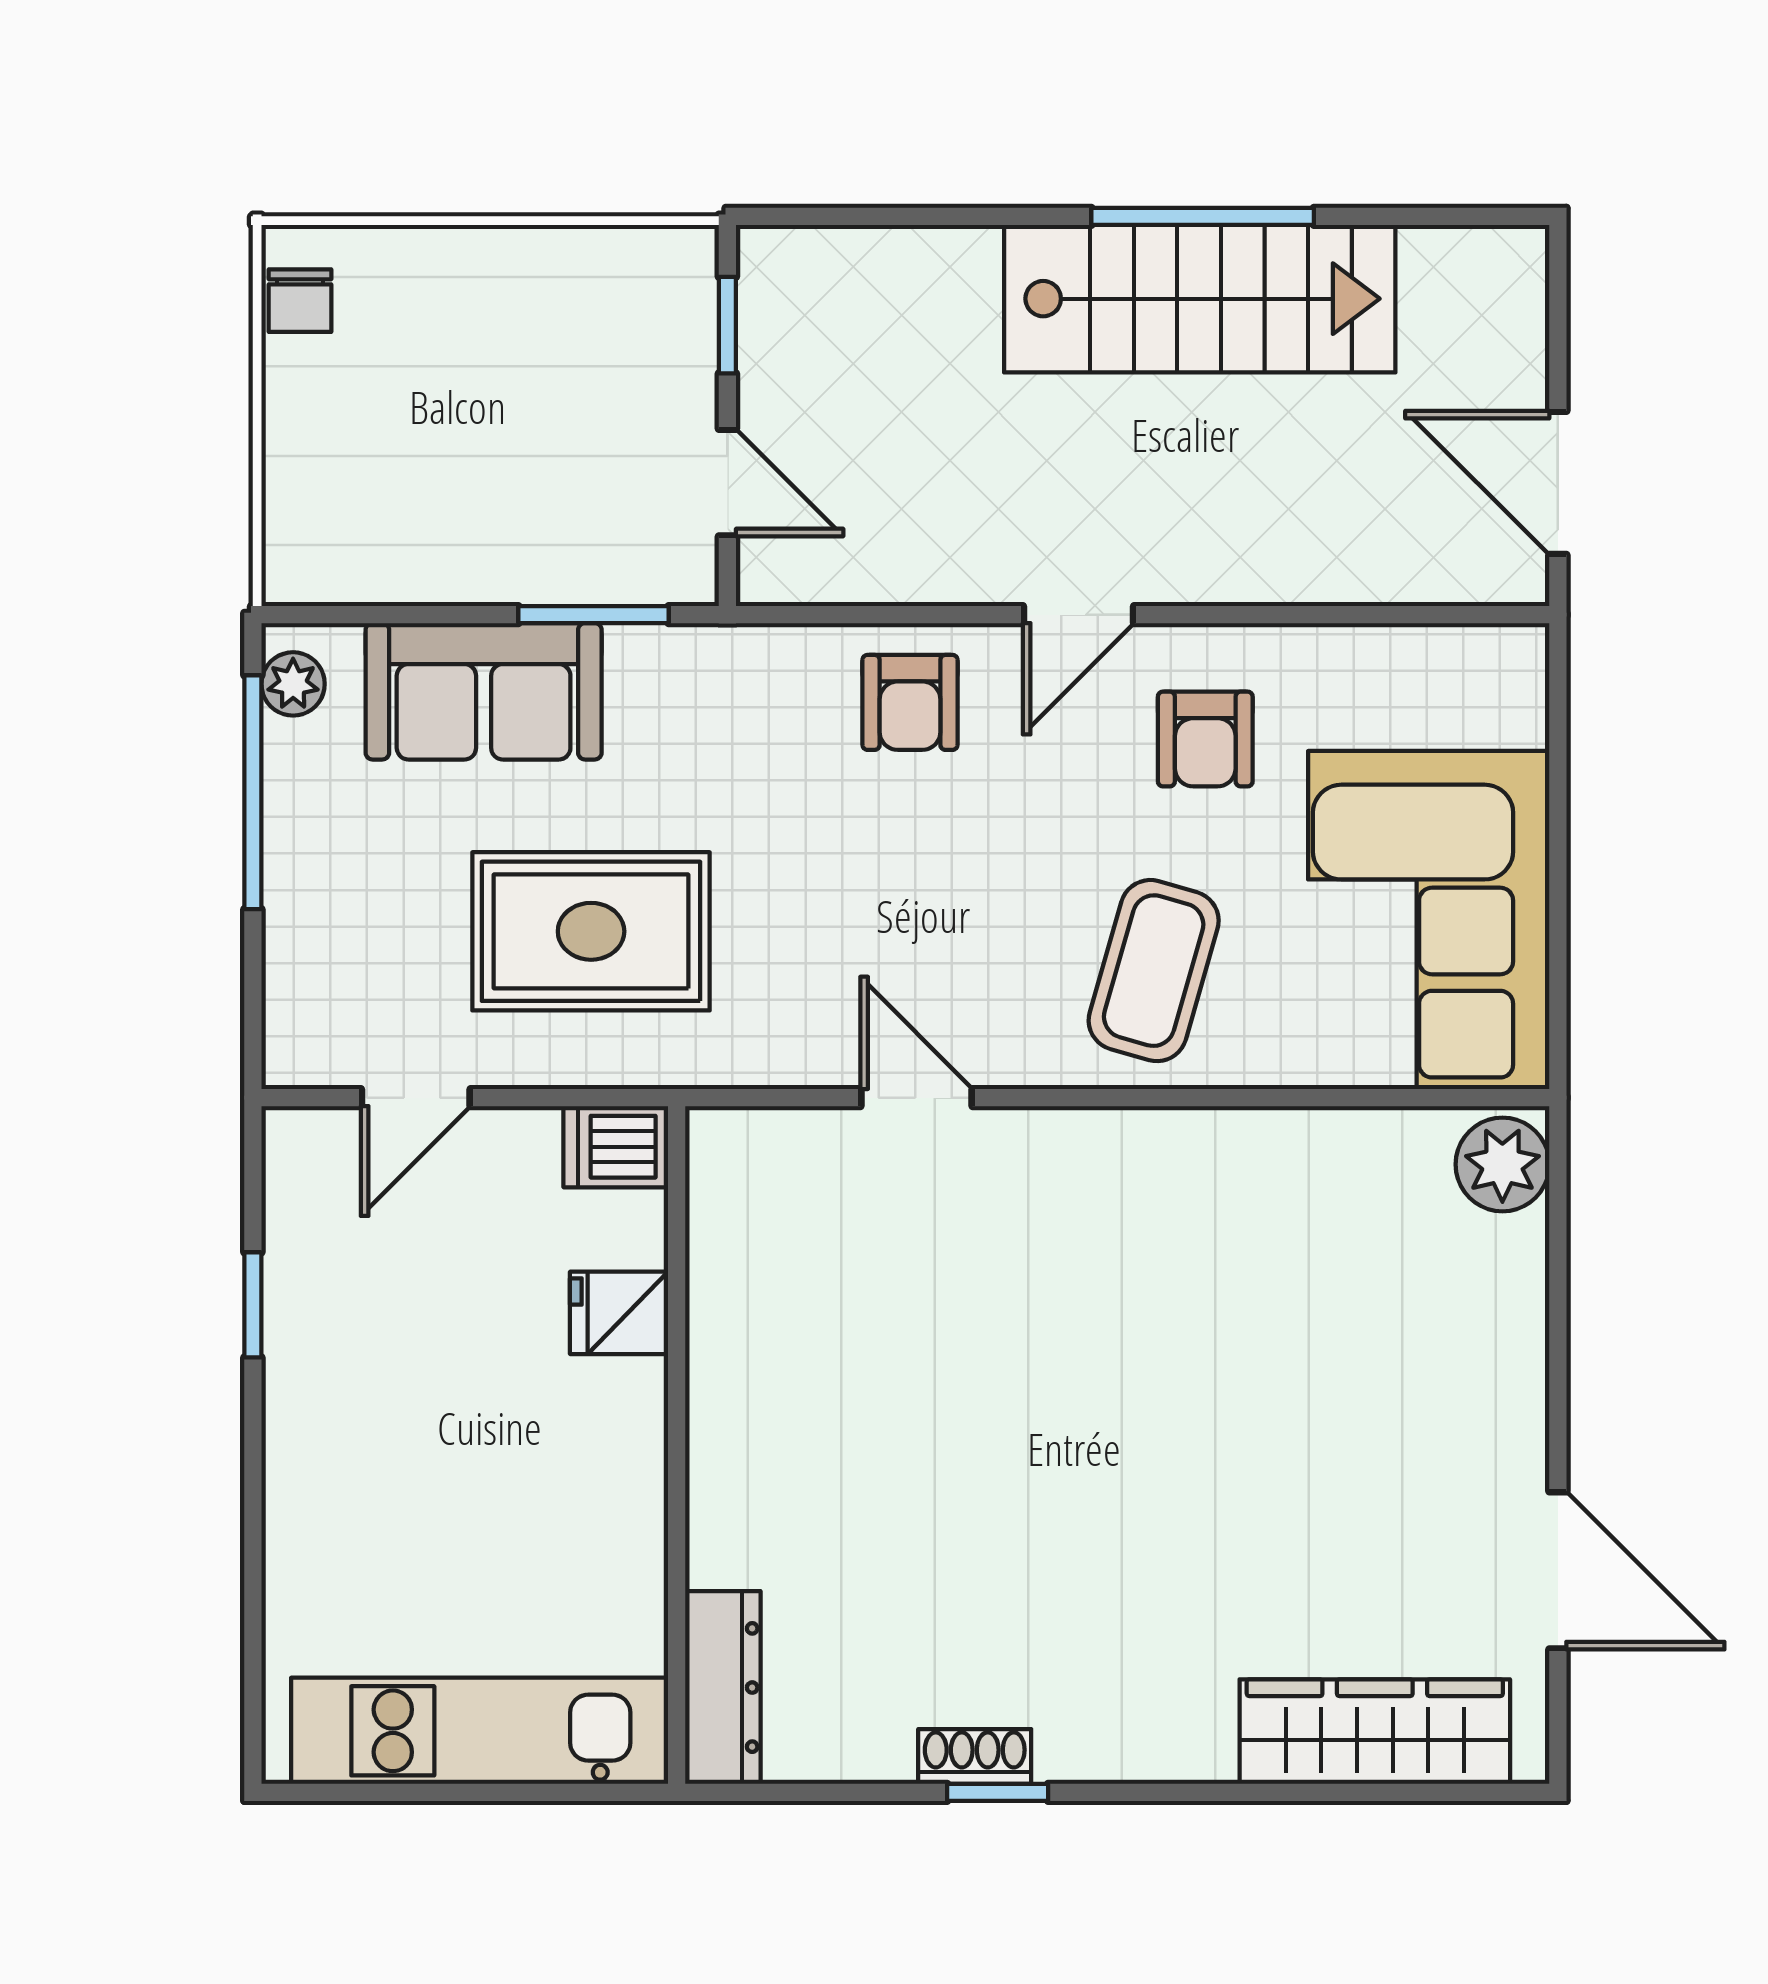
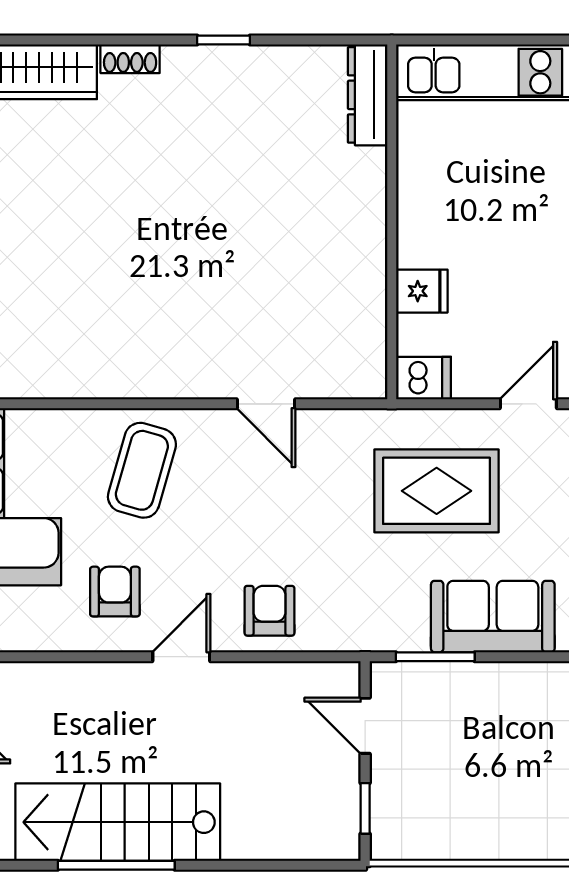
shoe rack: (975, 1757) -> (130, 59), moved

